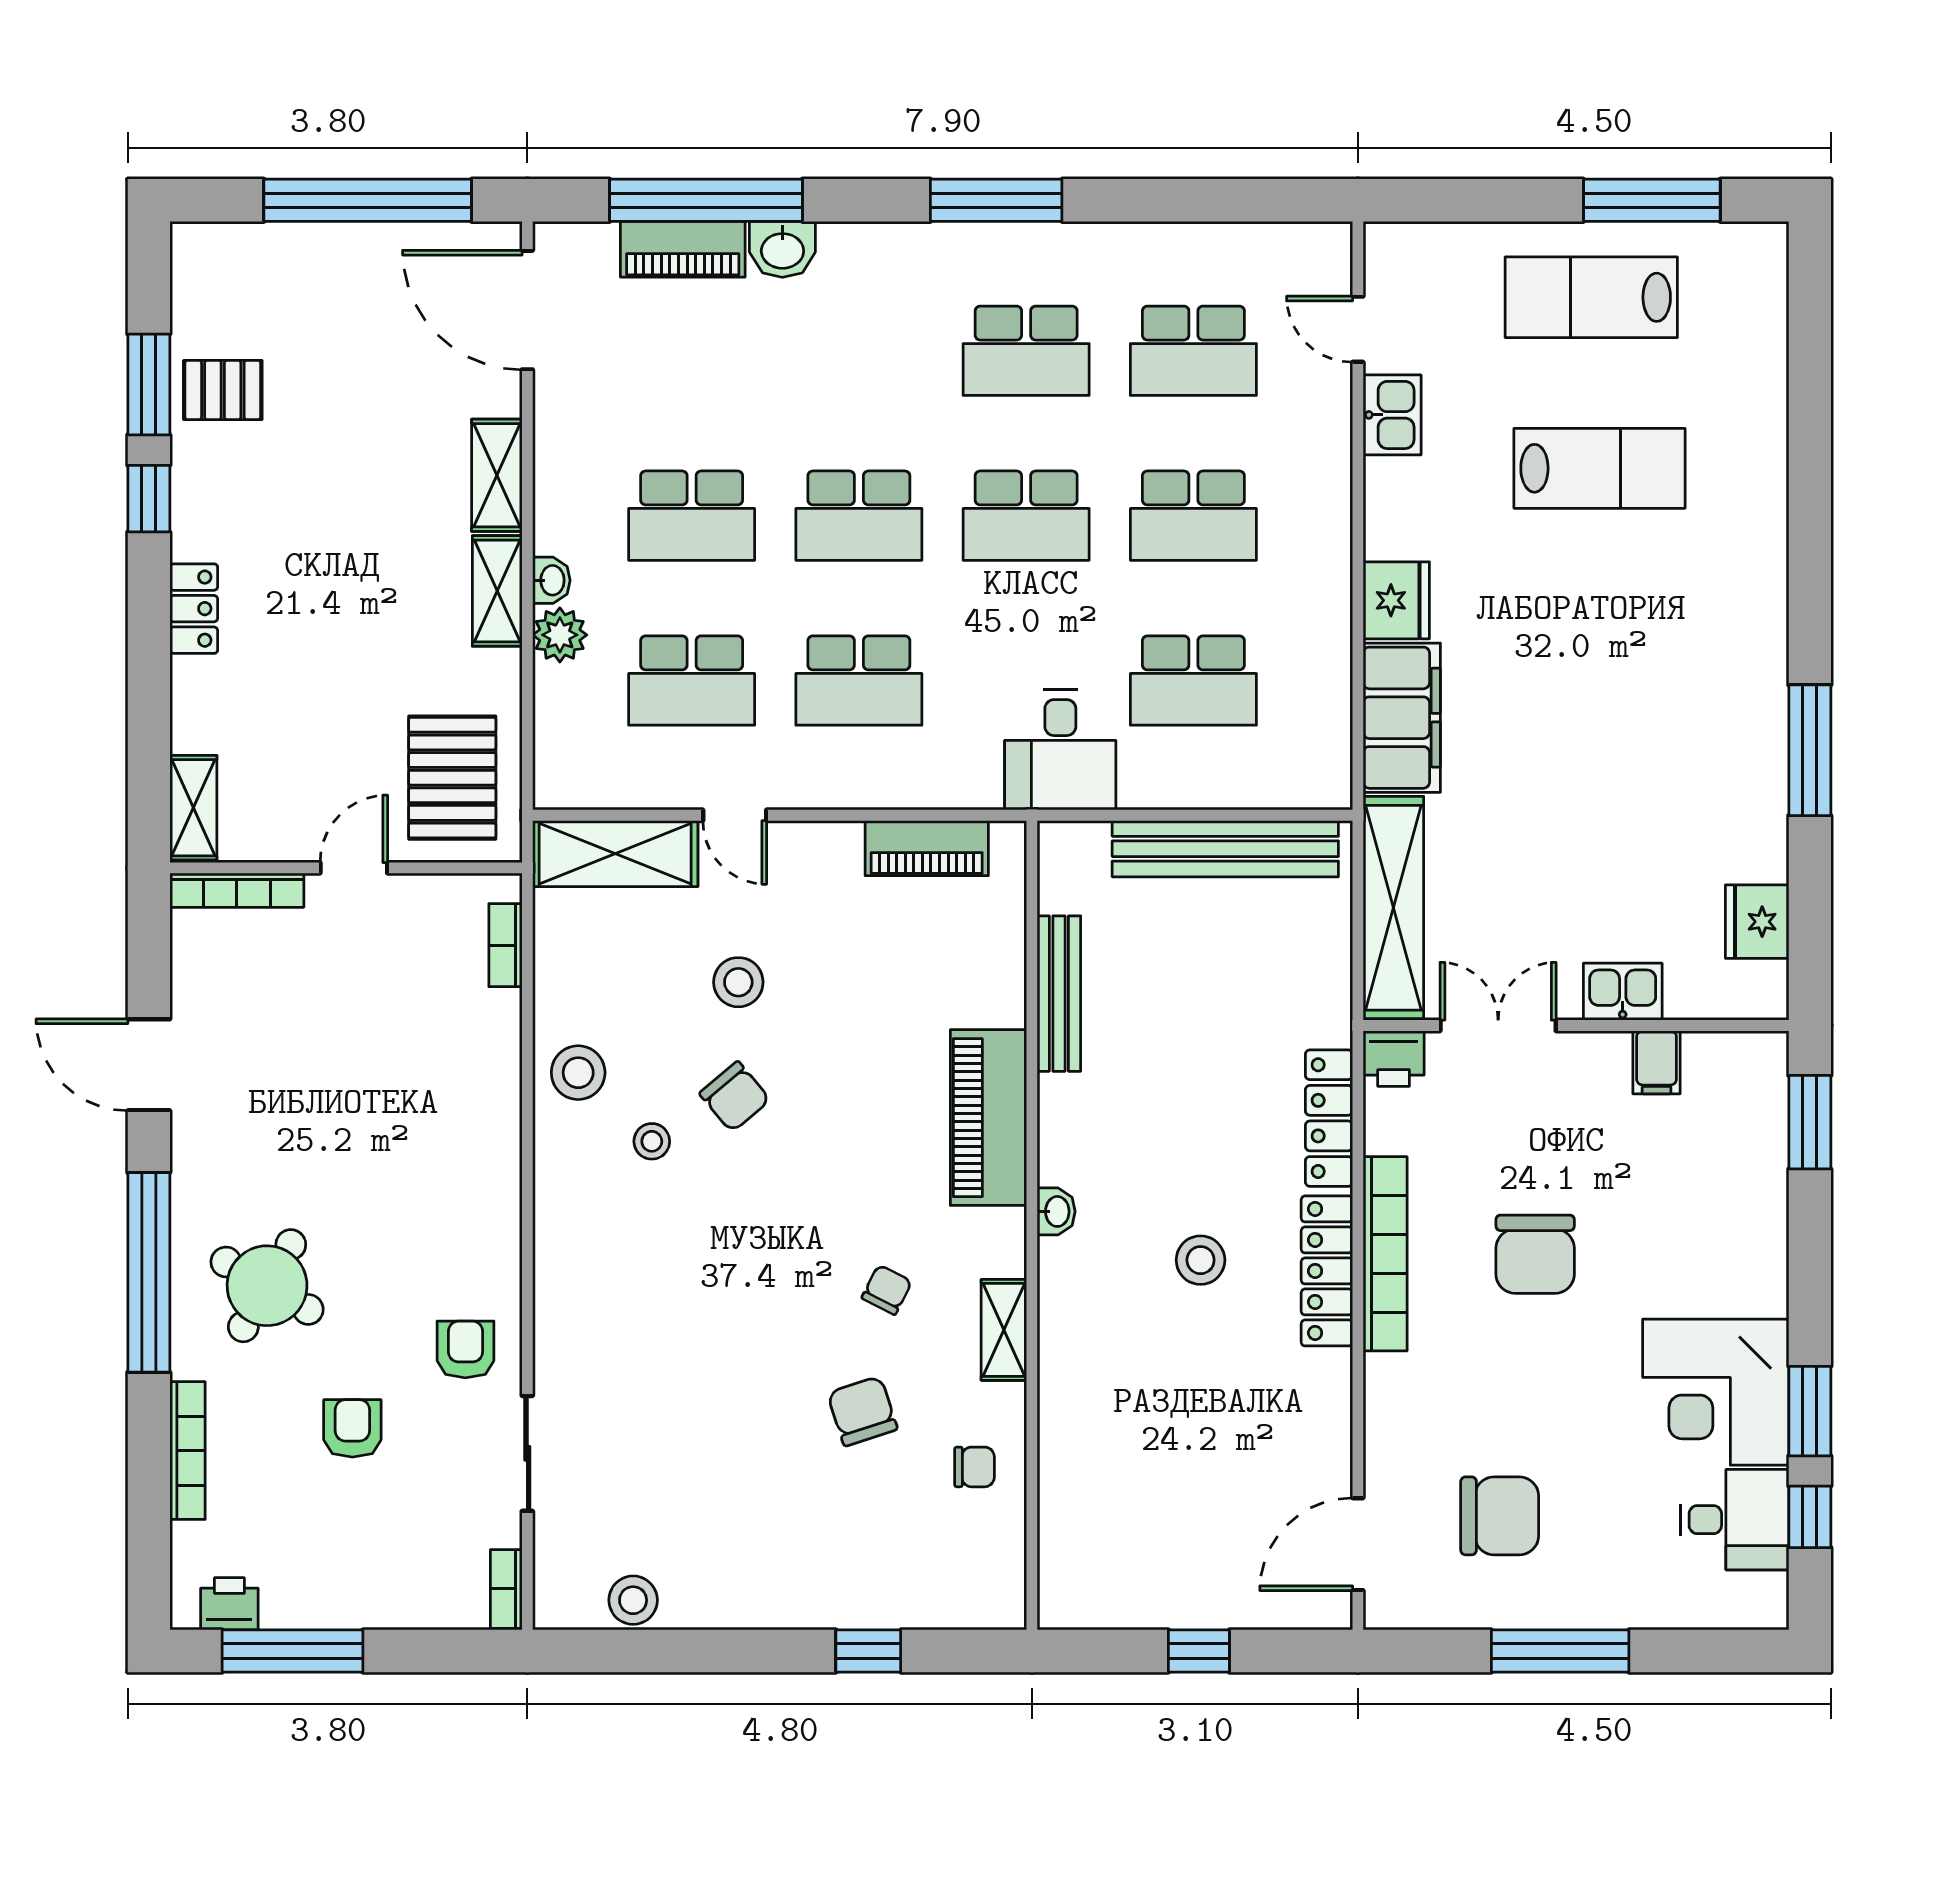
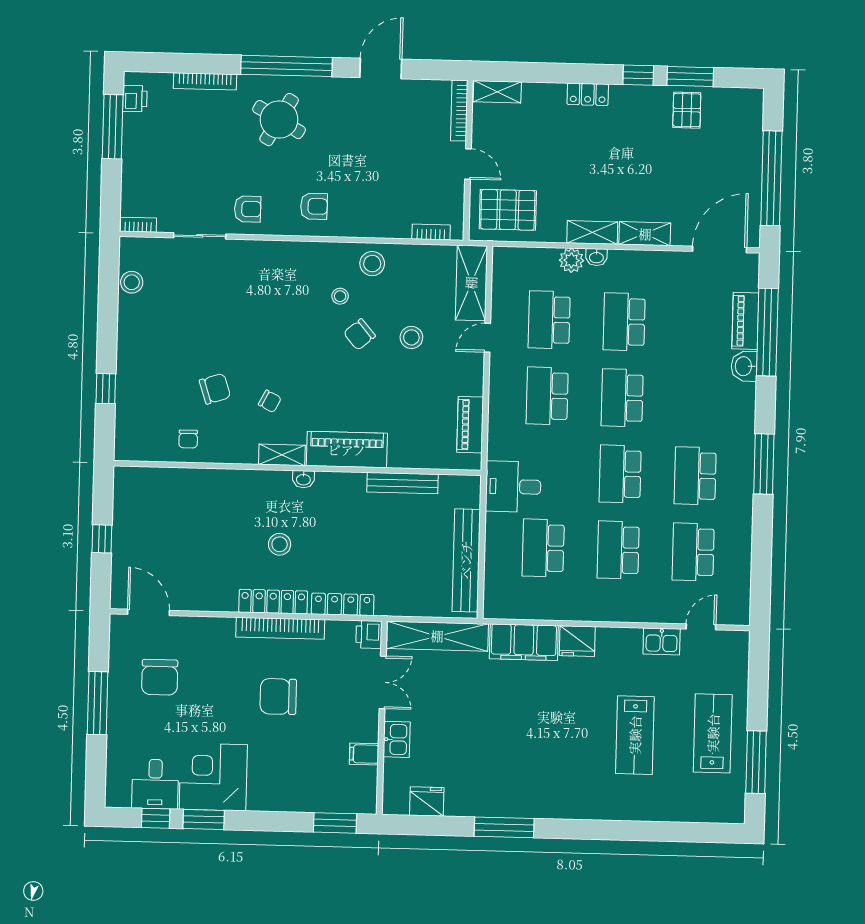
shelving: (1004, 1330) -> (282, 455), moved
armchair: (352, 1428) -> (314, 206), moved

